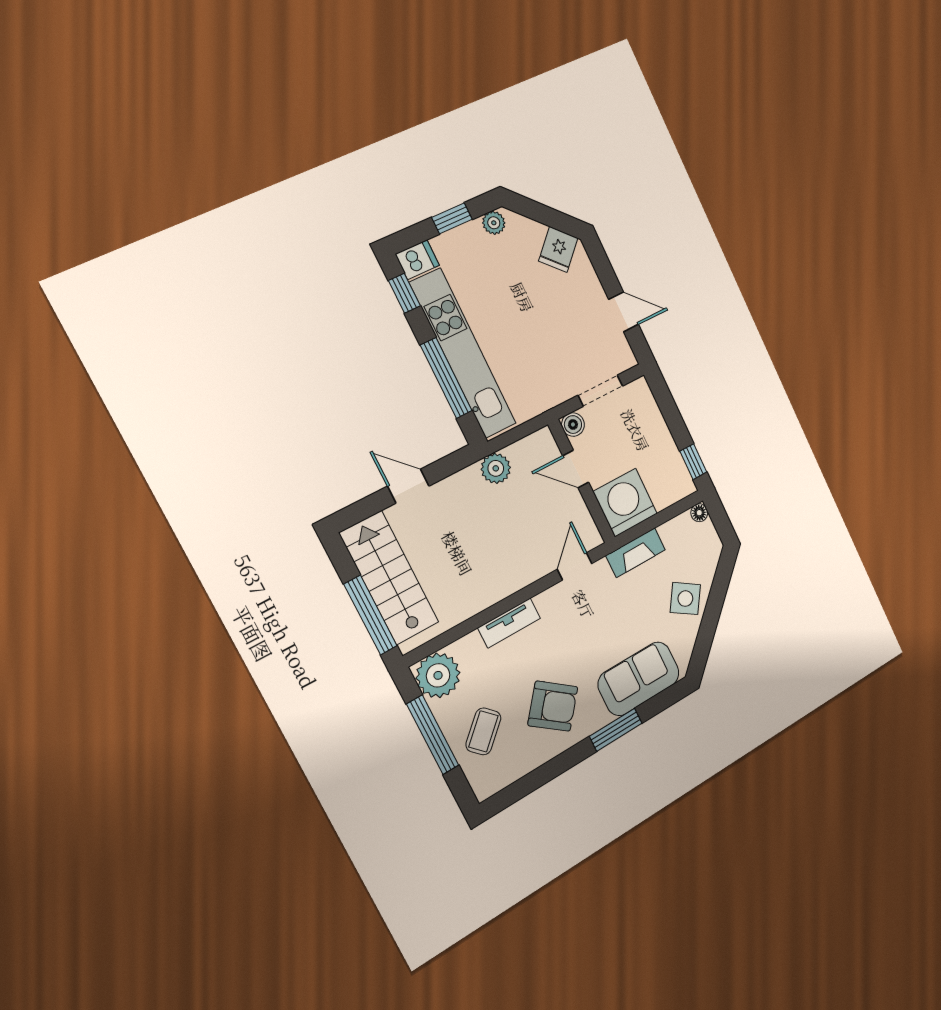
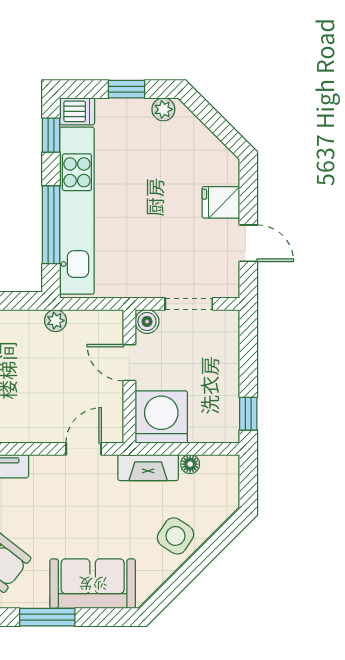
fridge: (558, 249) -> (221, 202), moved, turned 45
plant: (496, 468) -> (55, 321), width x0.73, depth x0.73
floor lamp: (699, 513) -> (190, 464), moved

